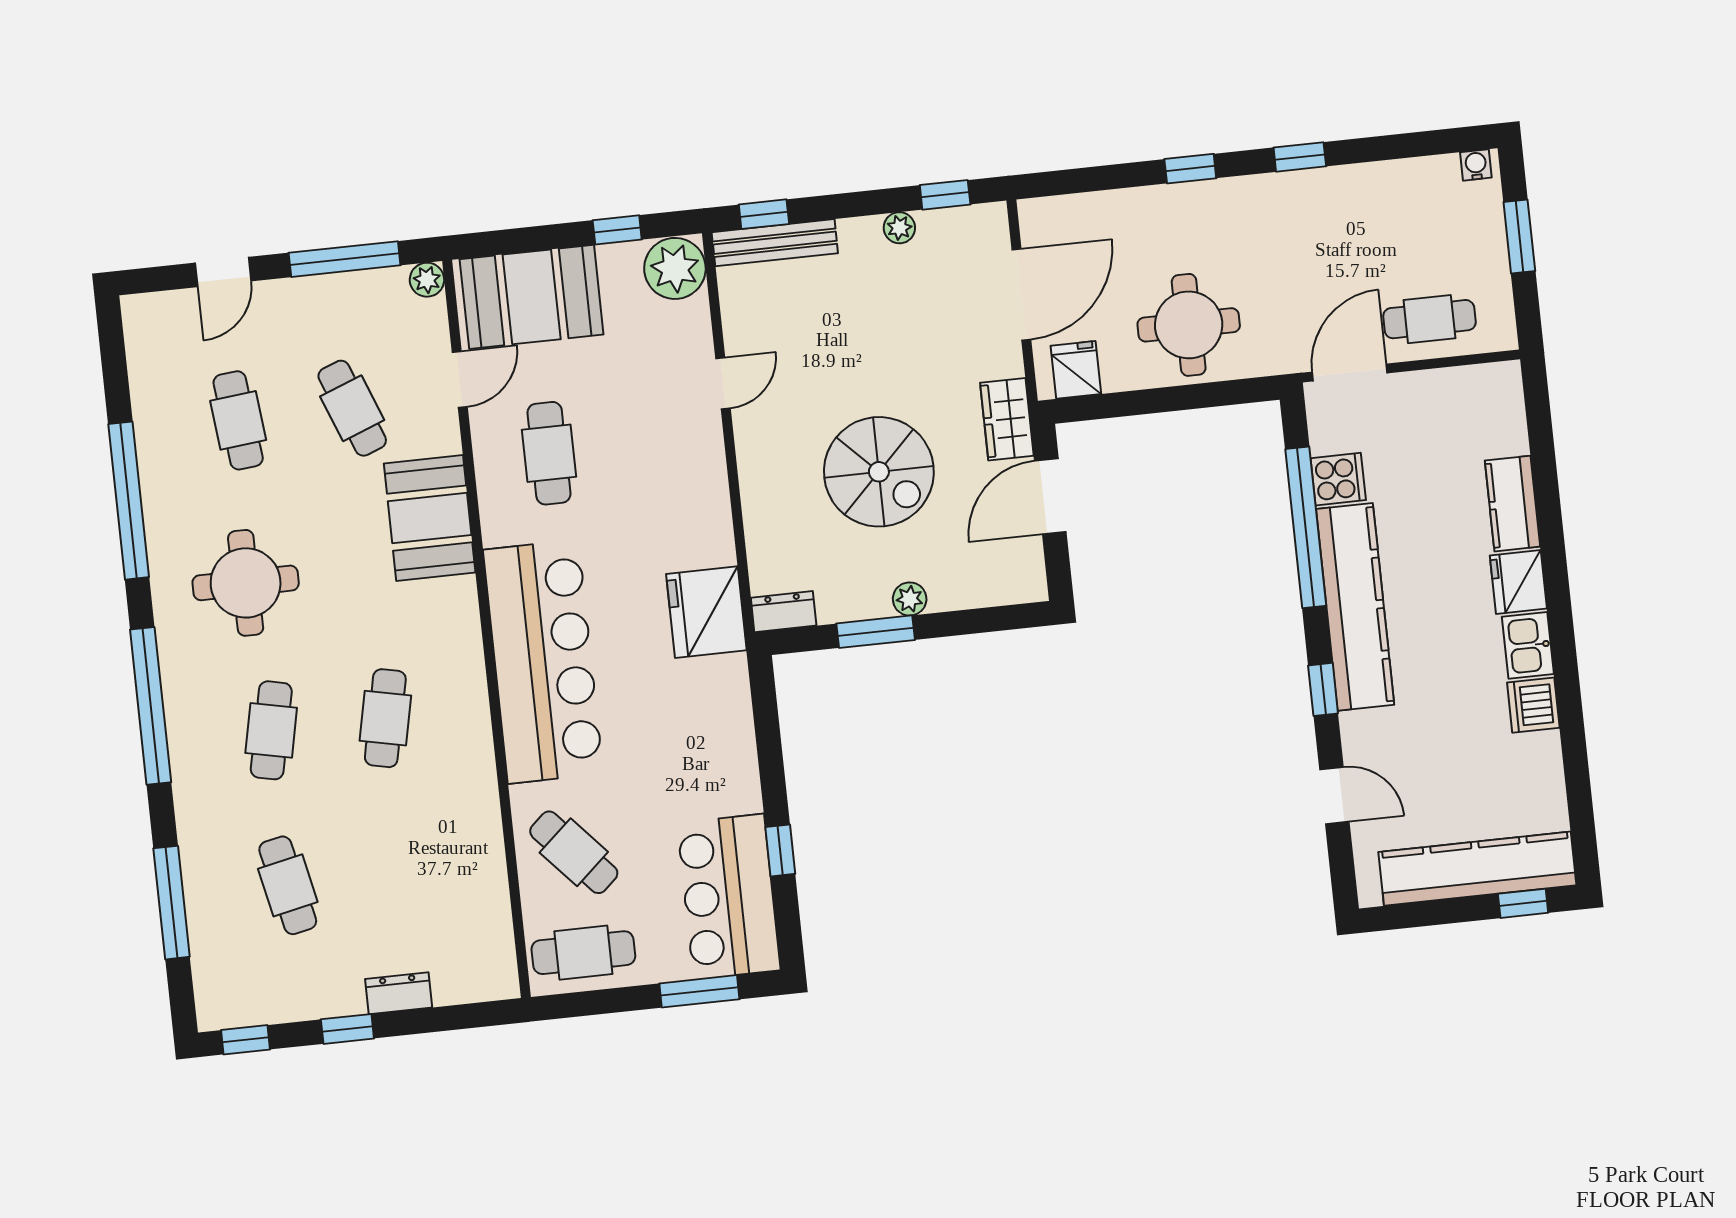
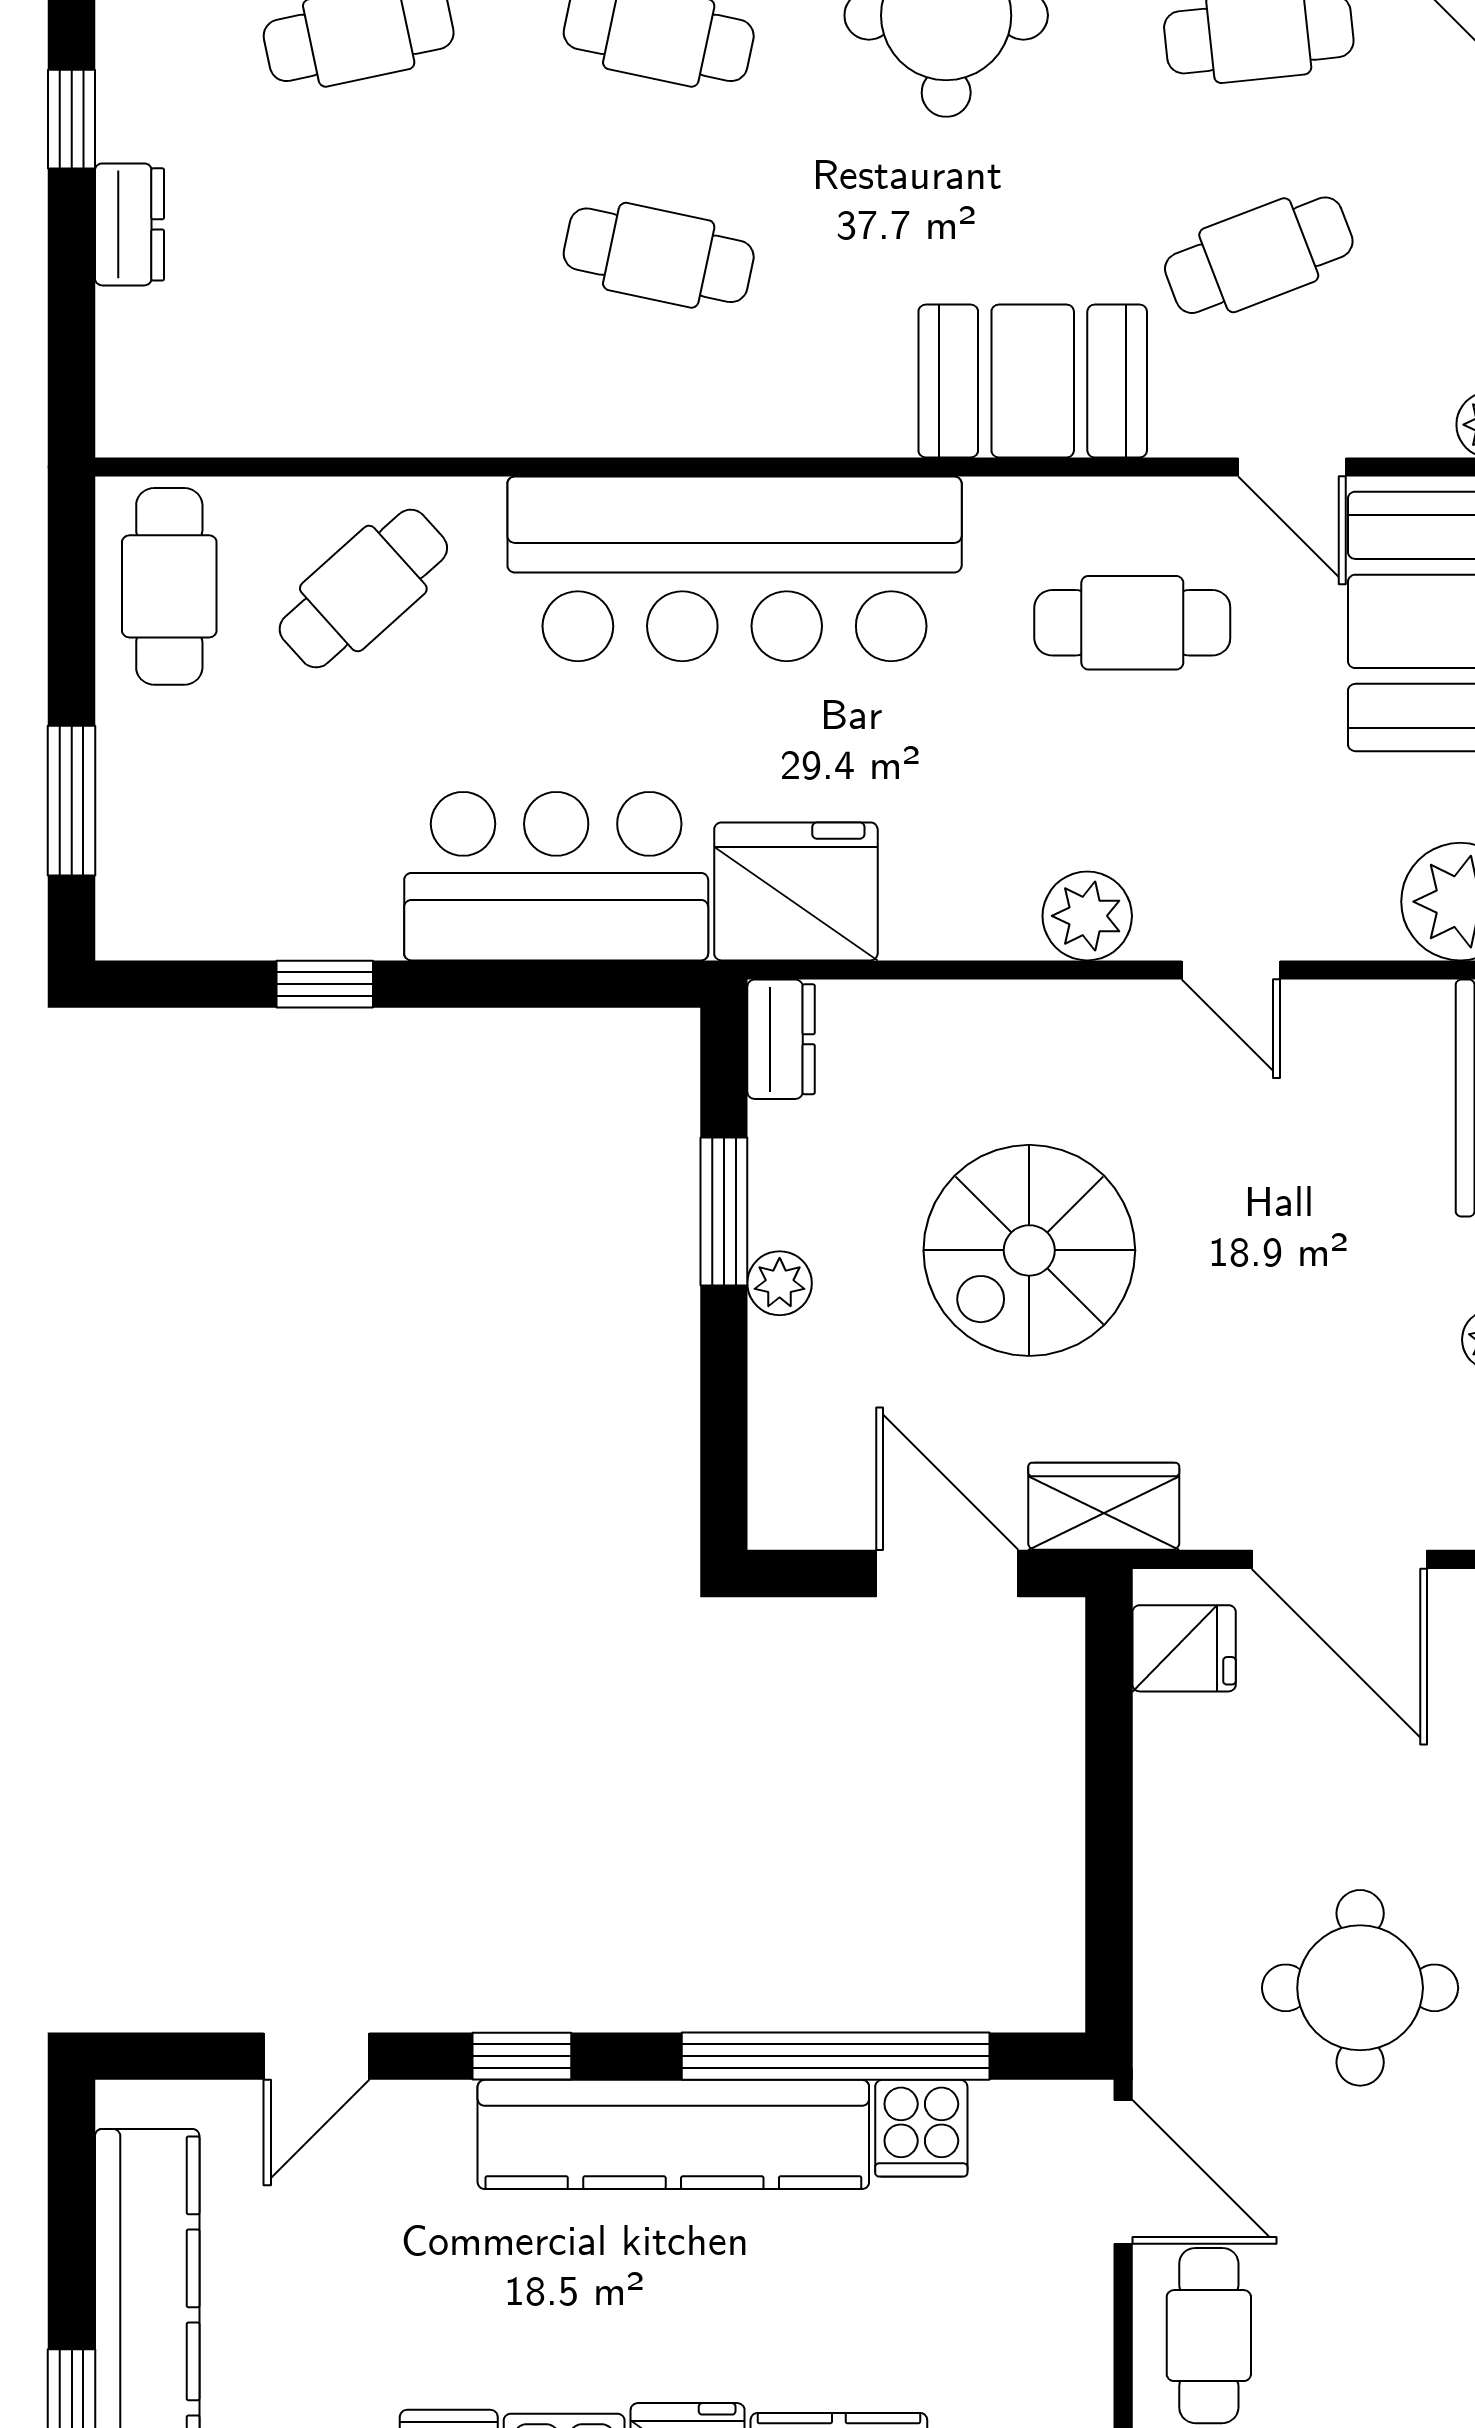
round table: (1189, 325) -> (1360, 1988), moved
plant: (703, 460) -> (1087, 916), added
bar counter: (729, 897) -> (556, 876), moved

